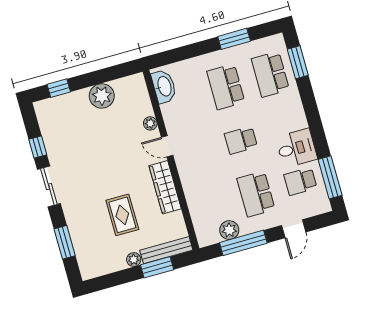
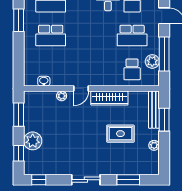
window: (110, 74) -> (19, 115), added
washbasin: (164, 86) -> (44, 81), width x0.52, depth x0.69
plant: (102, 96) -> (33, 141), moved
school desk: (241, 140) -> (132, 69), moved
window: (38, 147) -> (39, 180), moved
plant: (134, 260) -> (154, 145), moved

